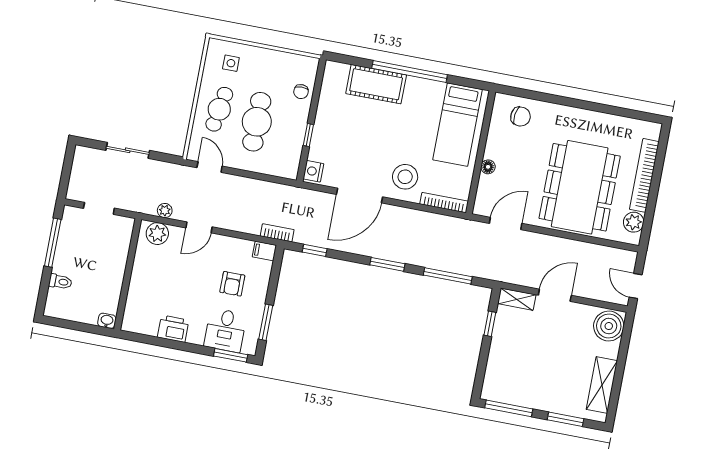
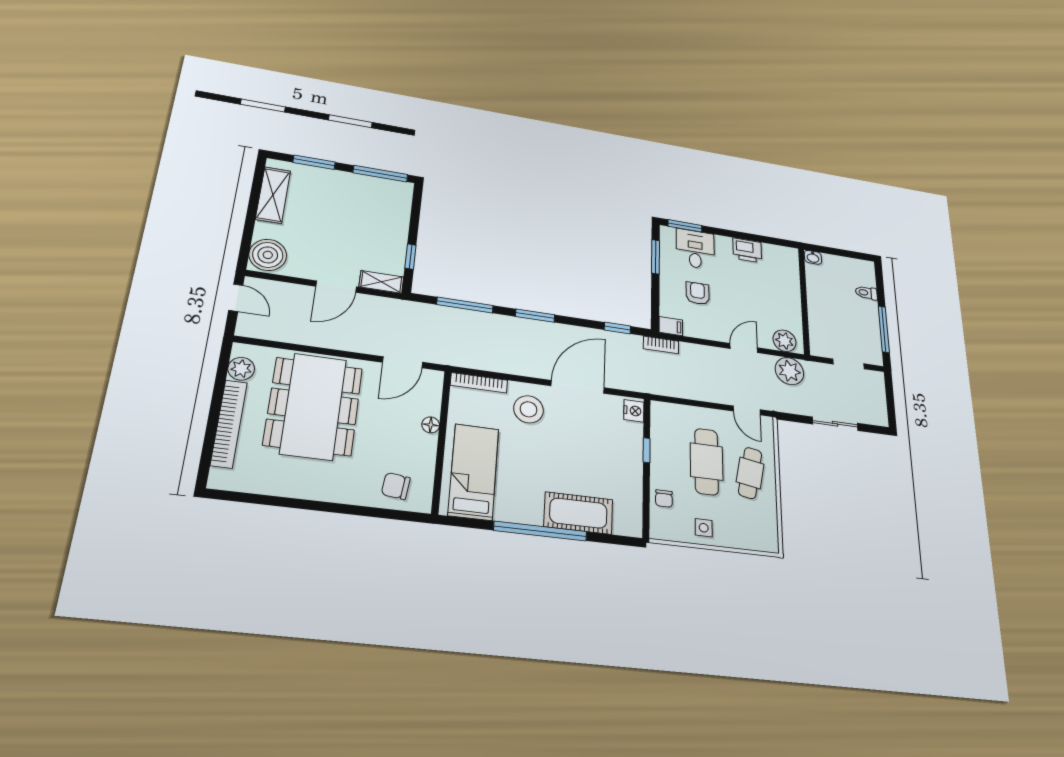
side table: (231, 63) -> (704, 528), moved
chair: (301, 92) -> (664, 498), turned 180
plant: (165, 211) -> (789, 371), width x1.88, depth x1.88

